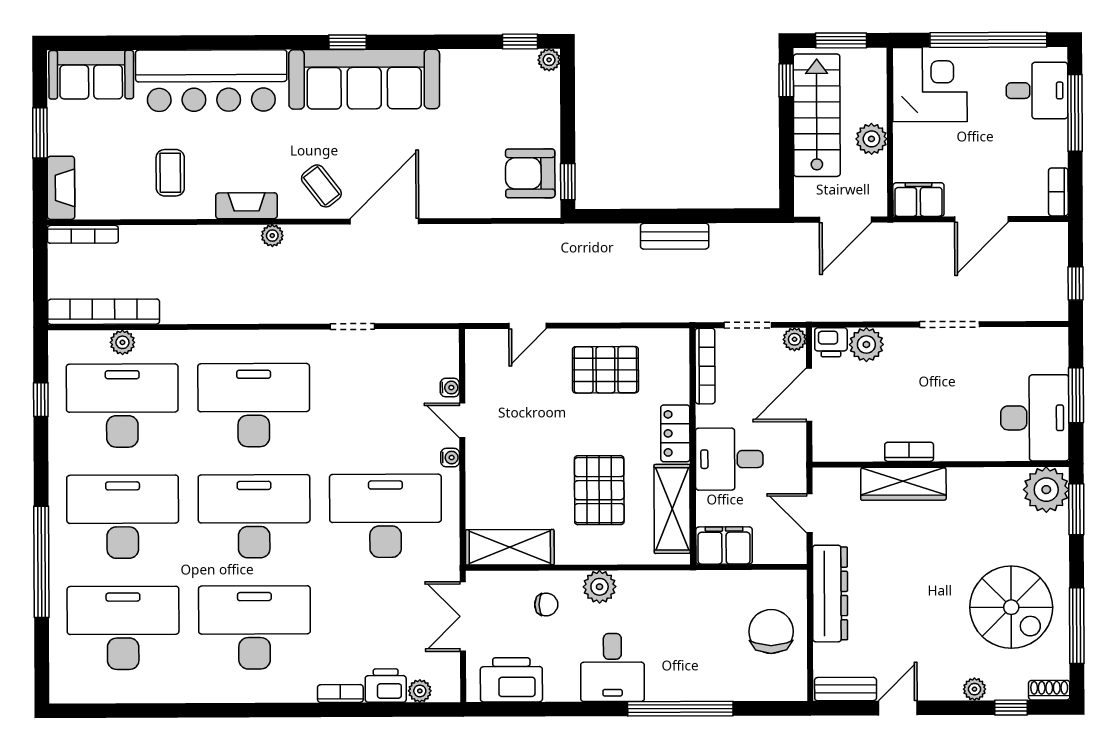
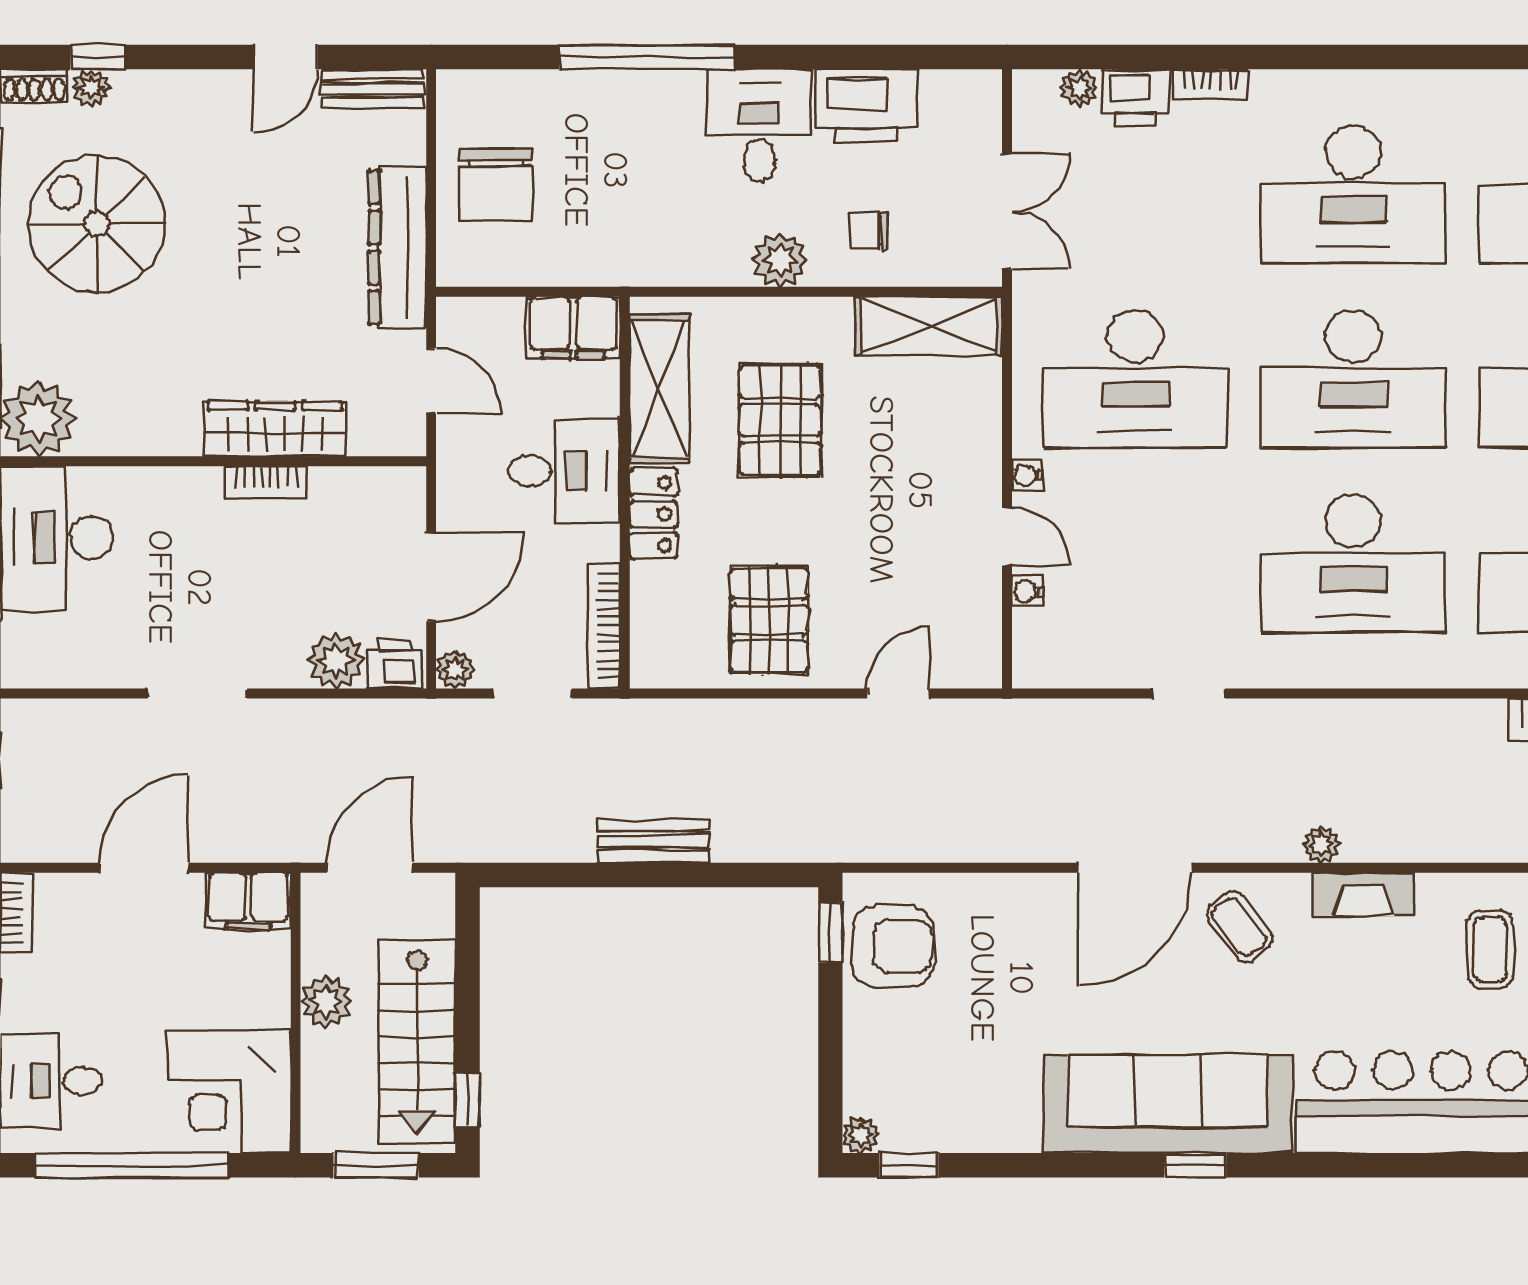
pallet: (605, 370) -> (769, 620), turned 90
printer: (511, 680) -> (867, 106), moved
plant: (974, 689) -> (91, 88), moved

